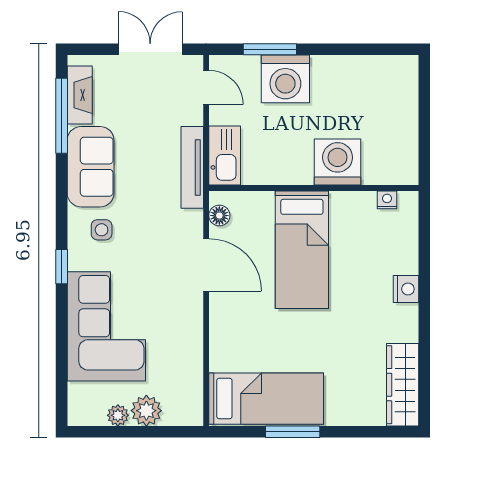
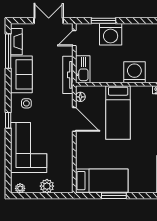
door: (206, 87) -> (74, 38), swing flipped
plant: (118, 415) -> (20, 188), moved

